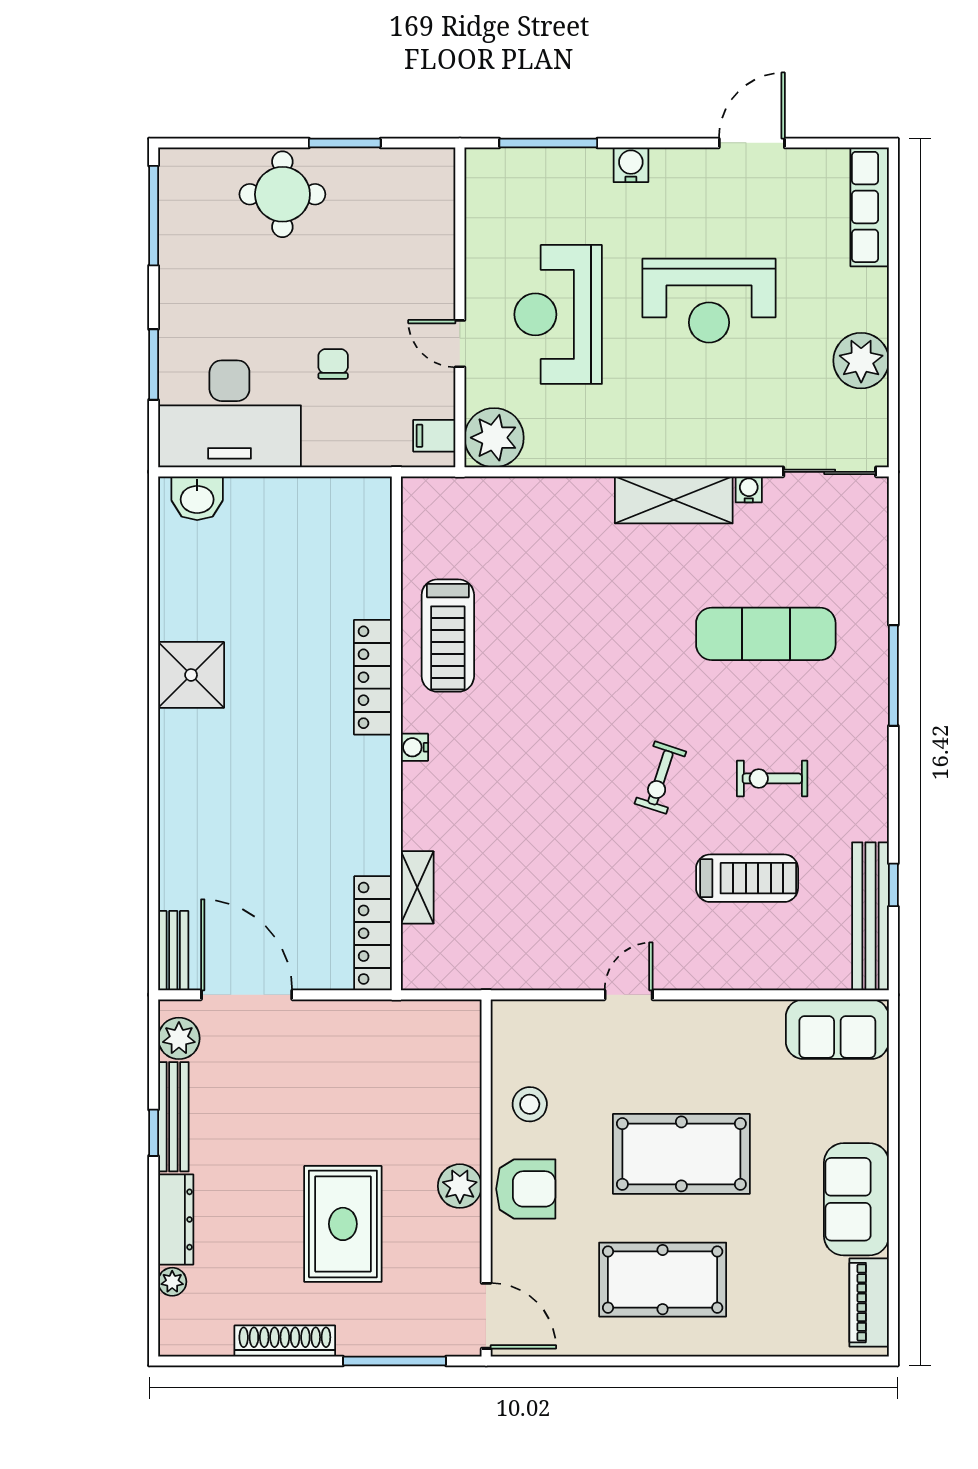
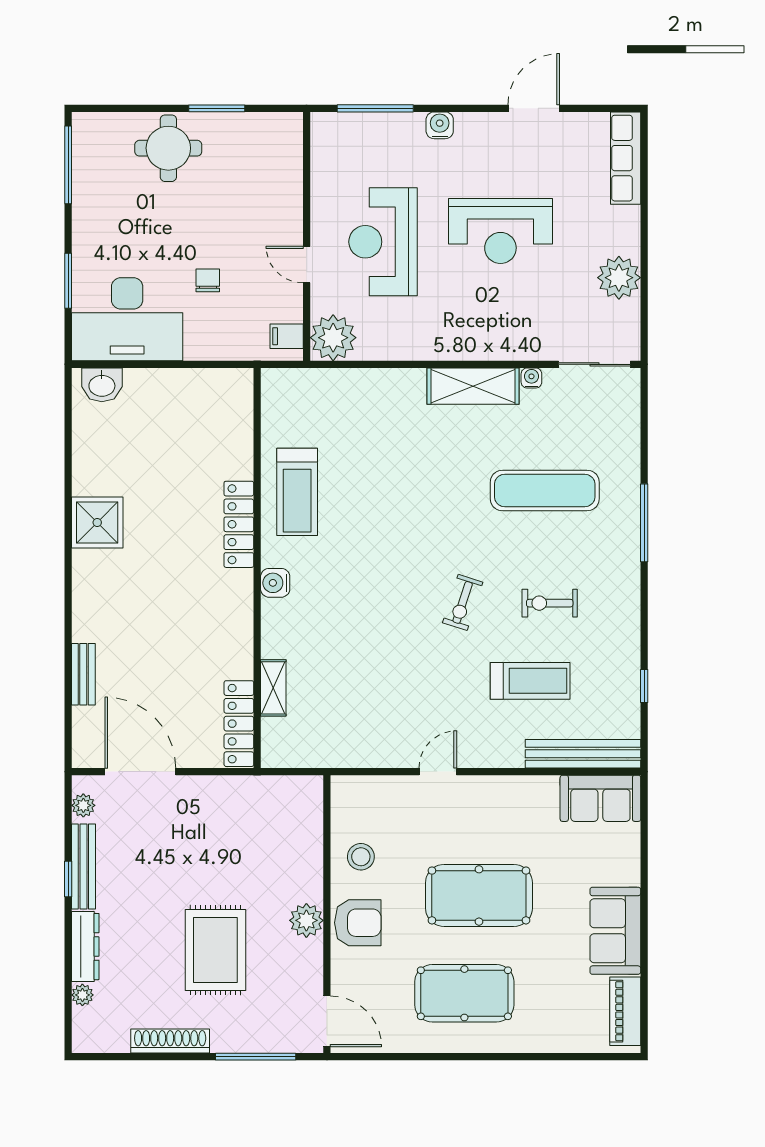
water cooler: (414, 747) -> (275, 583), width x1.38, depth x1.38
bench: (870, 916) -> (583, 754), moved, turned 90
bench: (173, 951) -> (83, 674), moved
plant: (179, 1038) -> (83, 805), width x0.73, depth x0.73

